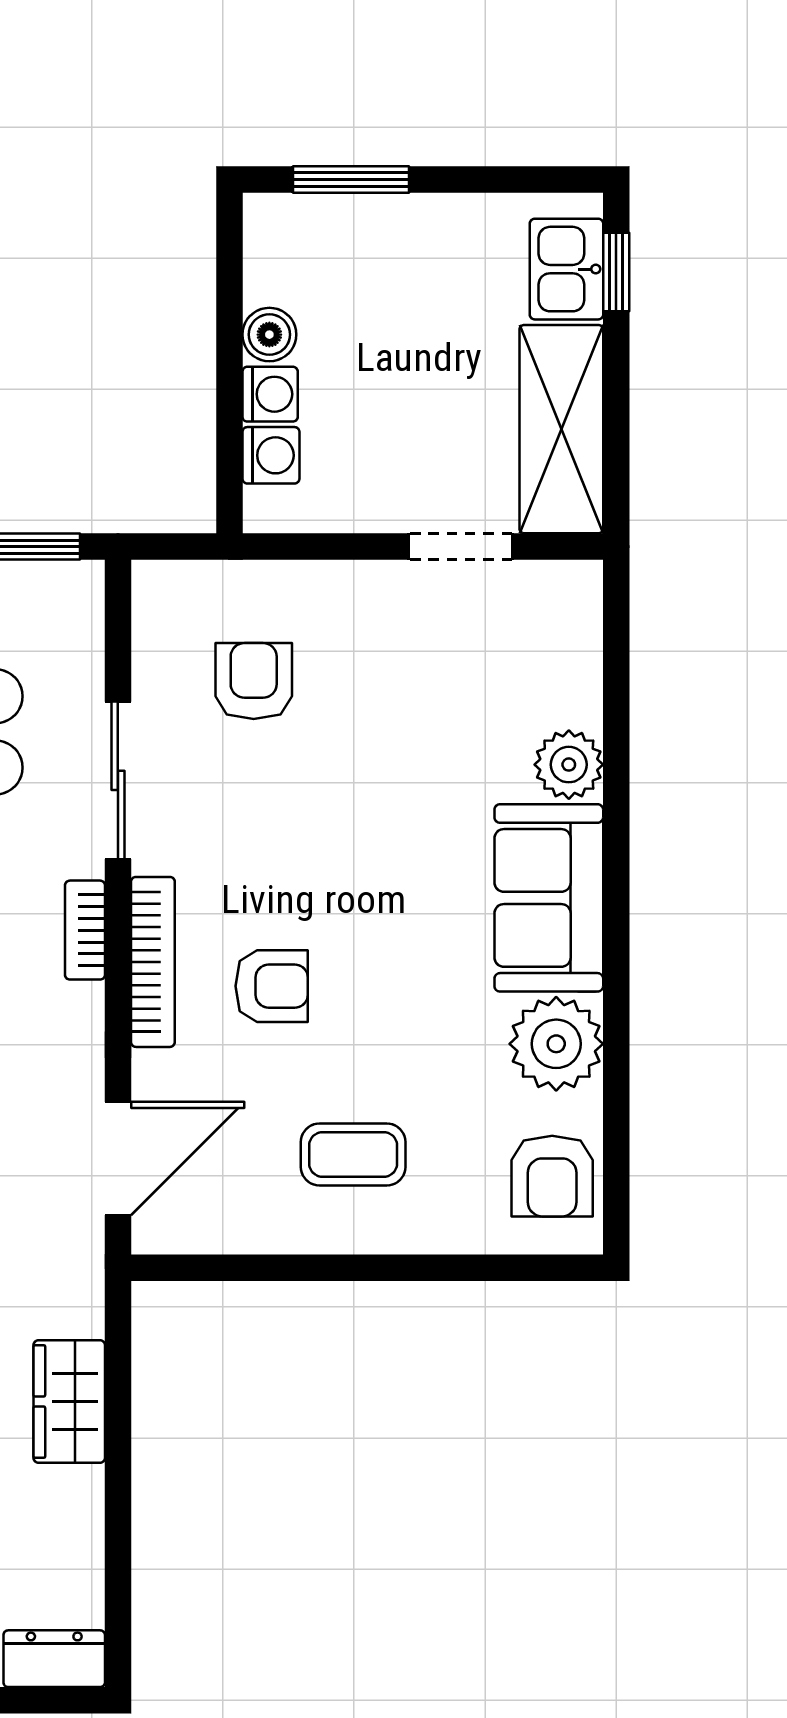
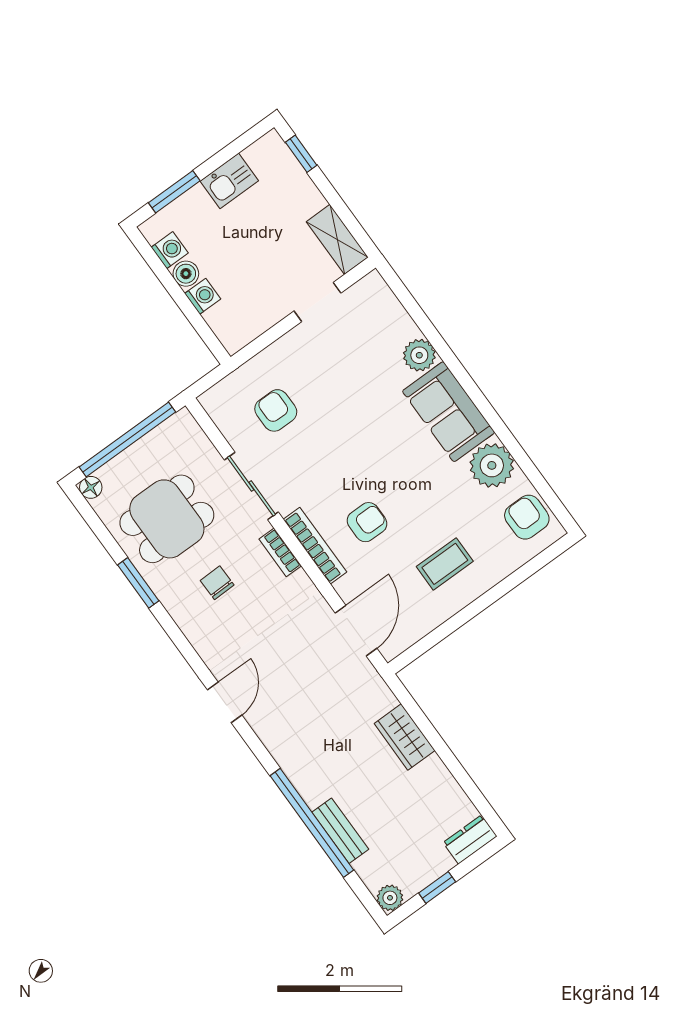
kitchen sink: (566, 269) -> (229, 181), moved, turned -90
shelving: (561, 429) -> (337, 239), width x0.67, depth x0.75
washing machine: (271, 455) -> (170, 250), moved
armchair: (552, 1176) -> (527, 517), turned 180

